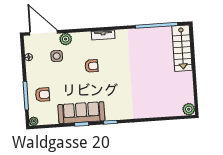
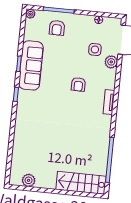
plant: (189, 109) -> (29, 180), moved

